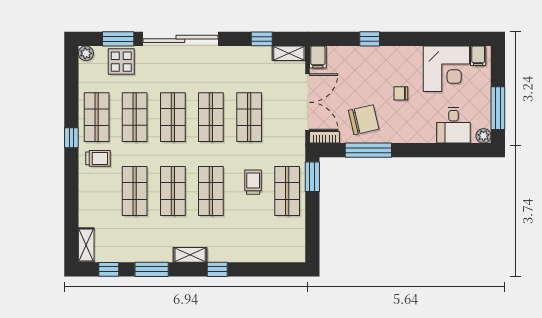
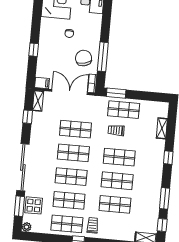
shelving: (190, 255) -> (162, 128), moved

